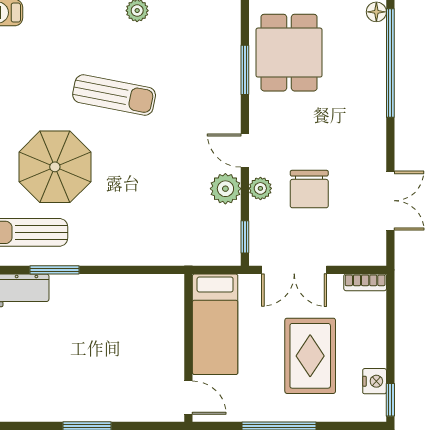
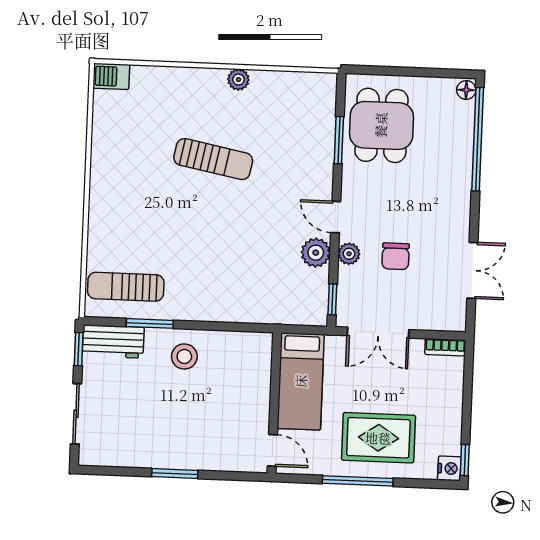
parasol: (55, 167) -> (154, 225), removed
chair: (309, 189) -> (396, 256), width x0.73, depth x0.73
stool: (92, 303) -> (184, 356), added
rug: (310, 356) -> (378, 438), moved, turned 90
nightstand: (375, 381) -> (449, 468), moved

